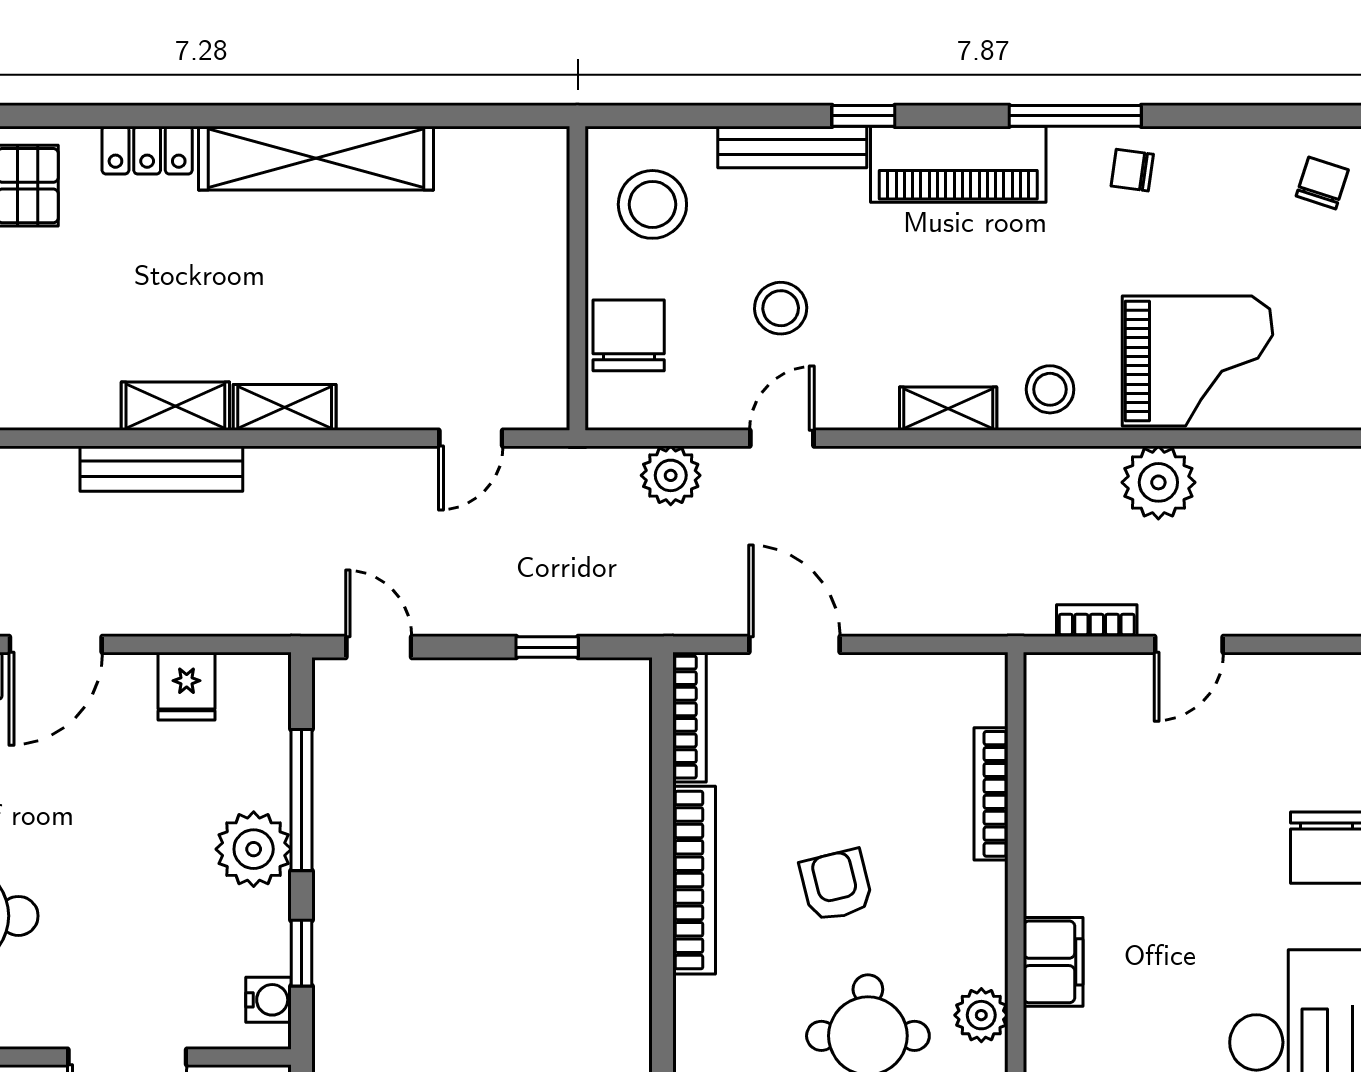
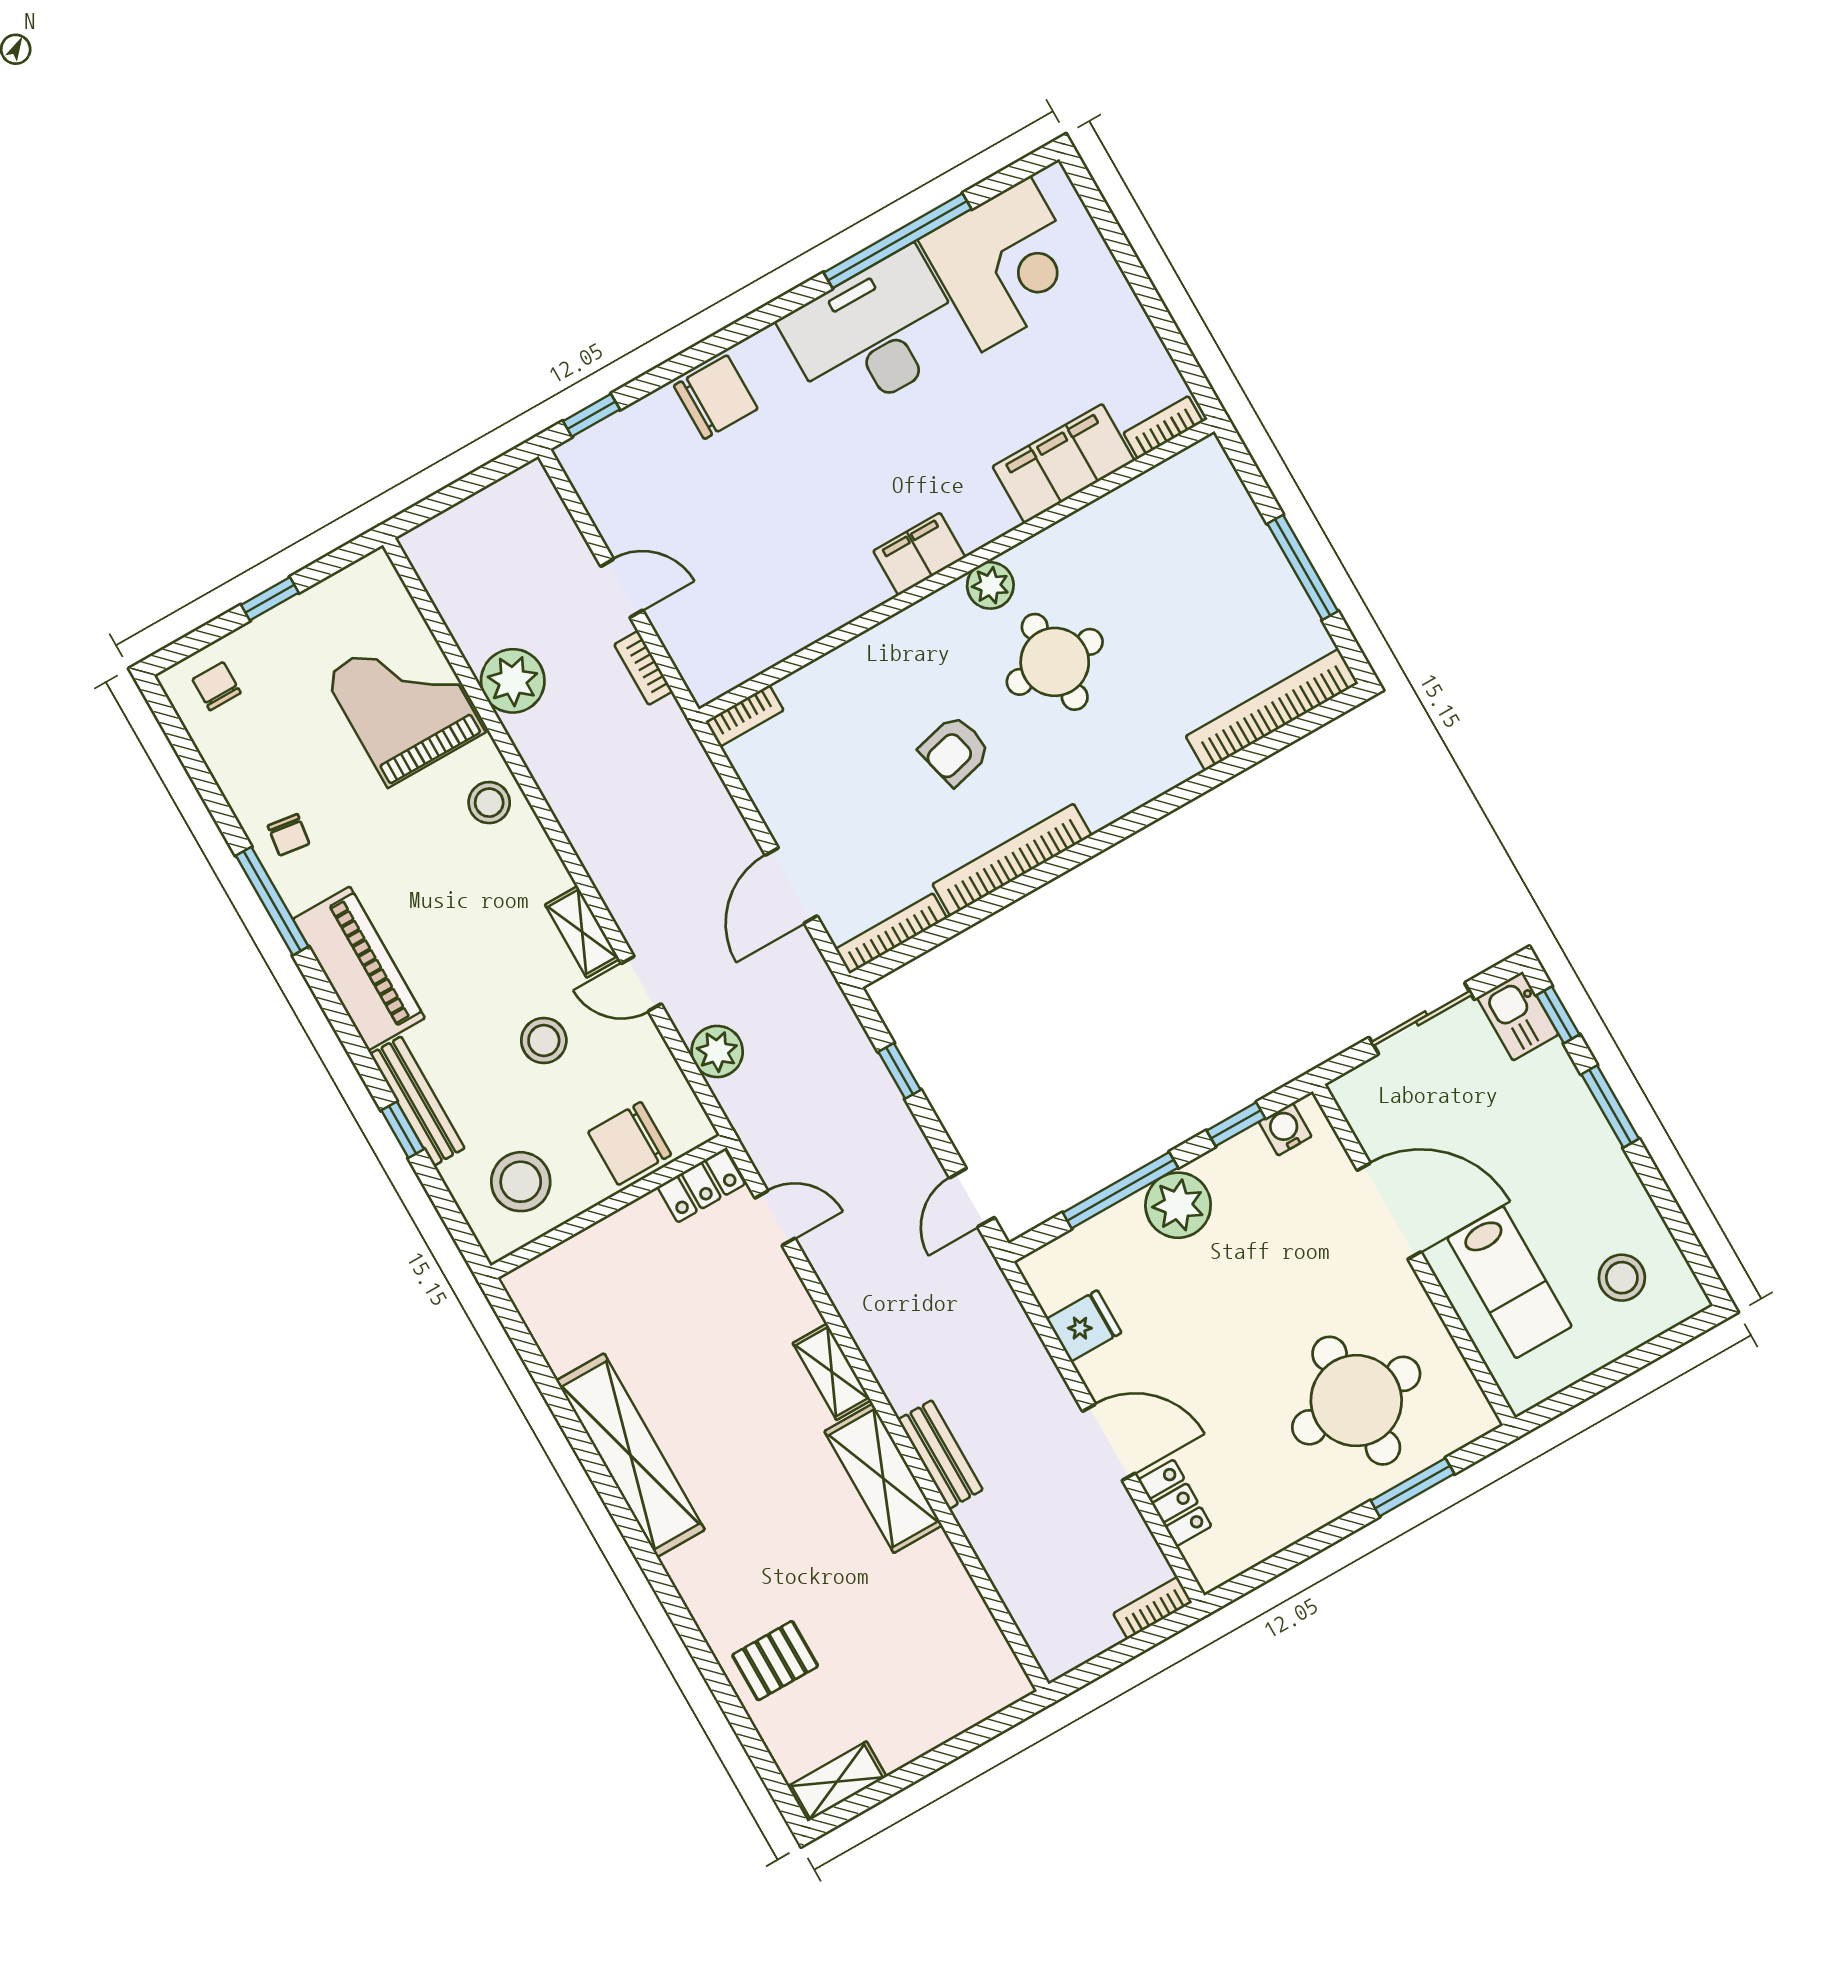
window: (863, 116) -> (403, 1130), moved
locker: (147, 150) -> (701, 1185), moved, turned 90
chair: (1322, 183) -> (217, 686), turned 72
shelving: (175, 406) -> (883, 1478), width x1.50, depth x1.33
shelving: (948, 409) -> (582, 932), moved
bench: (161, 469) -> (940, 1455), width x0.73
bookcase: (991, 794) -> (745, 716), moved, width x0.64

